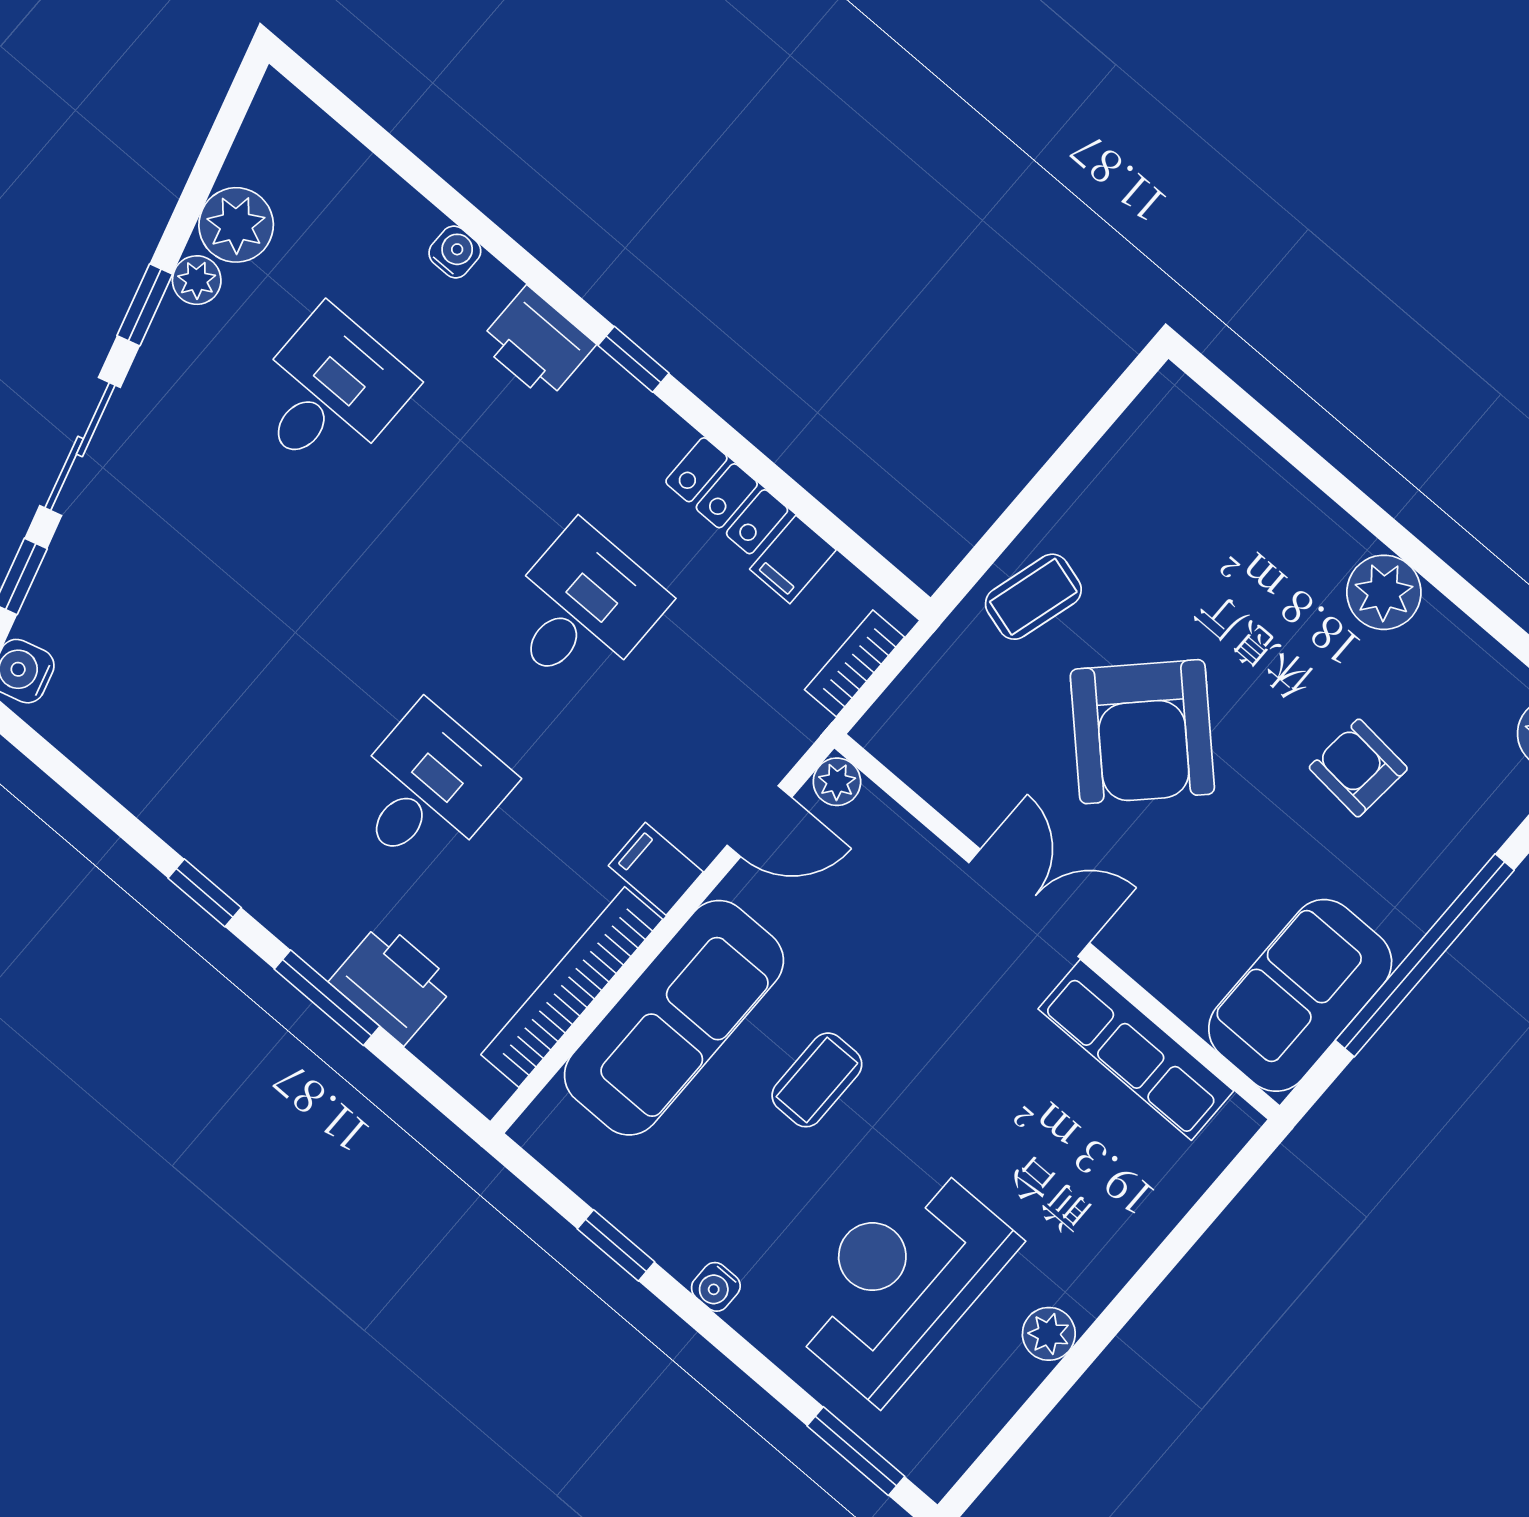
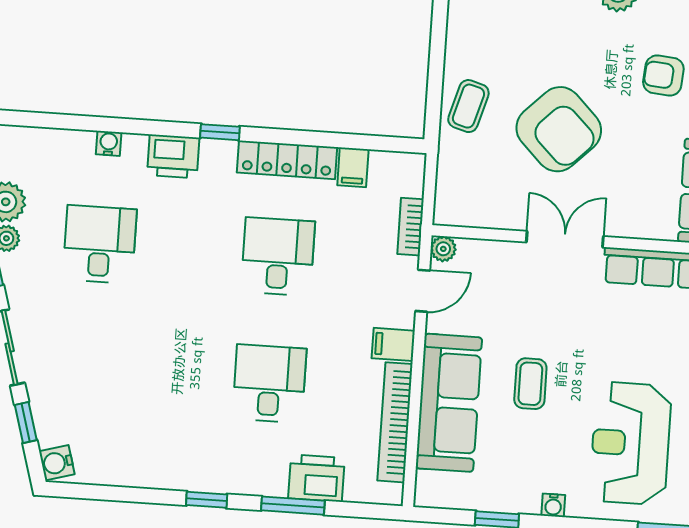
locker: (727, 496) -> (287, 160), width x1.53
bookcase: (855, 663) -> (410, 227), moved

